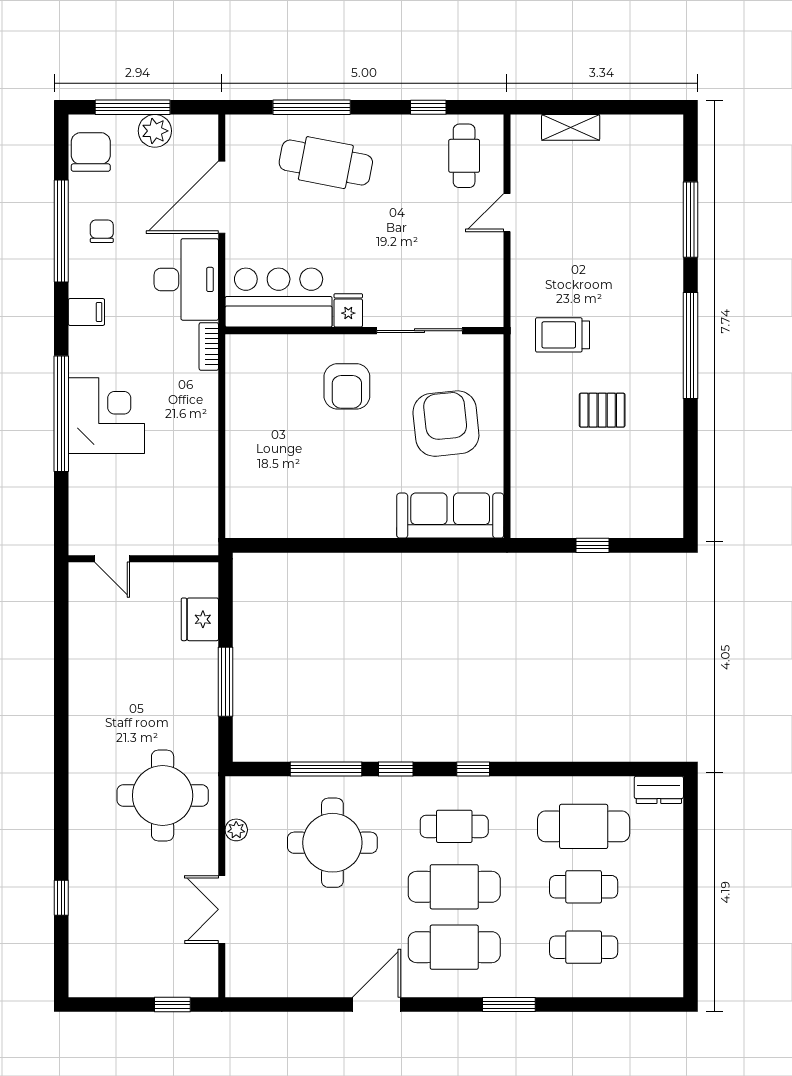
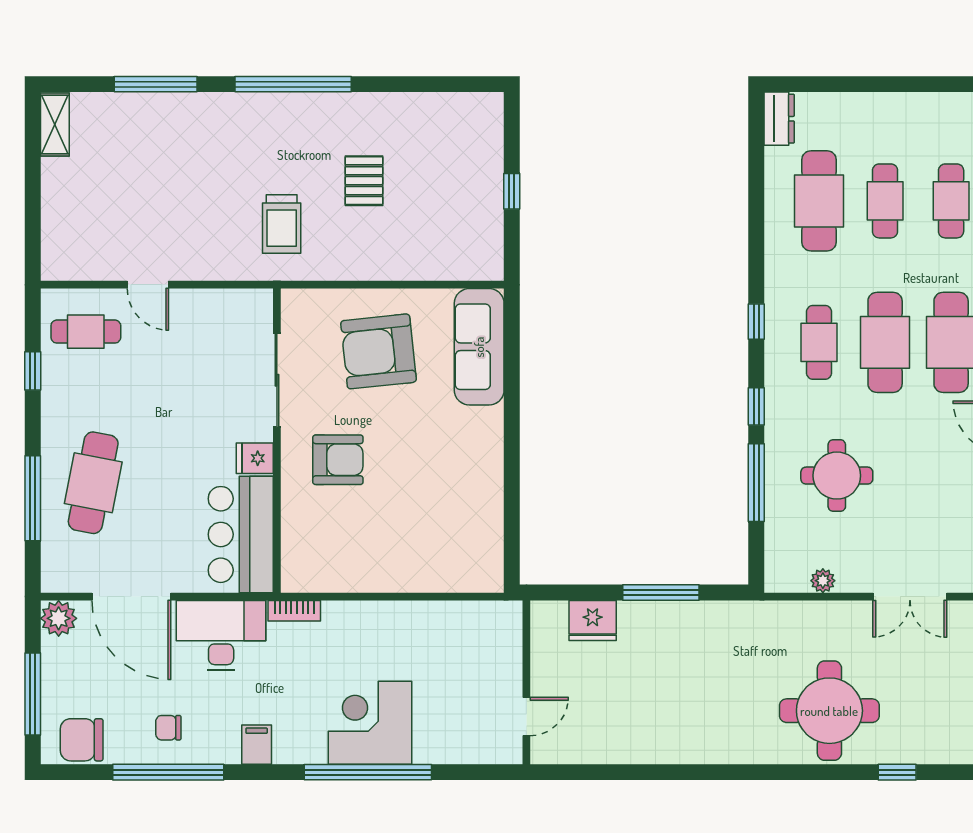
shelving: (571, 127) -> (55, 125), moved
plant: (155, 131) -> (59, 618), moved
round table: (163, 796) -> (829, 711), moved
round table: (332, 843) -> (837, 476), width x0.73, depth x0.73

